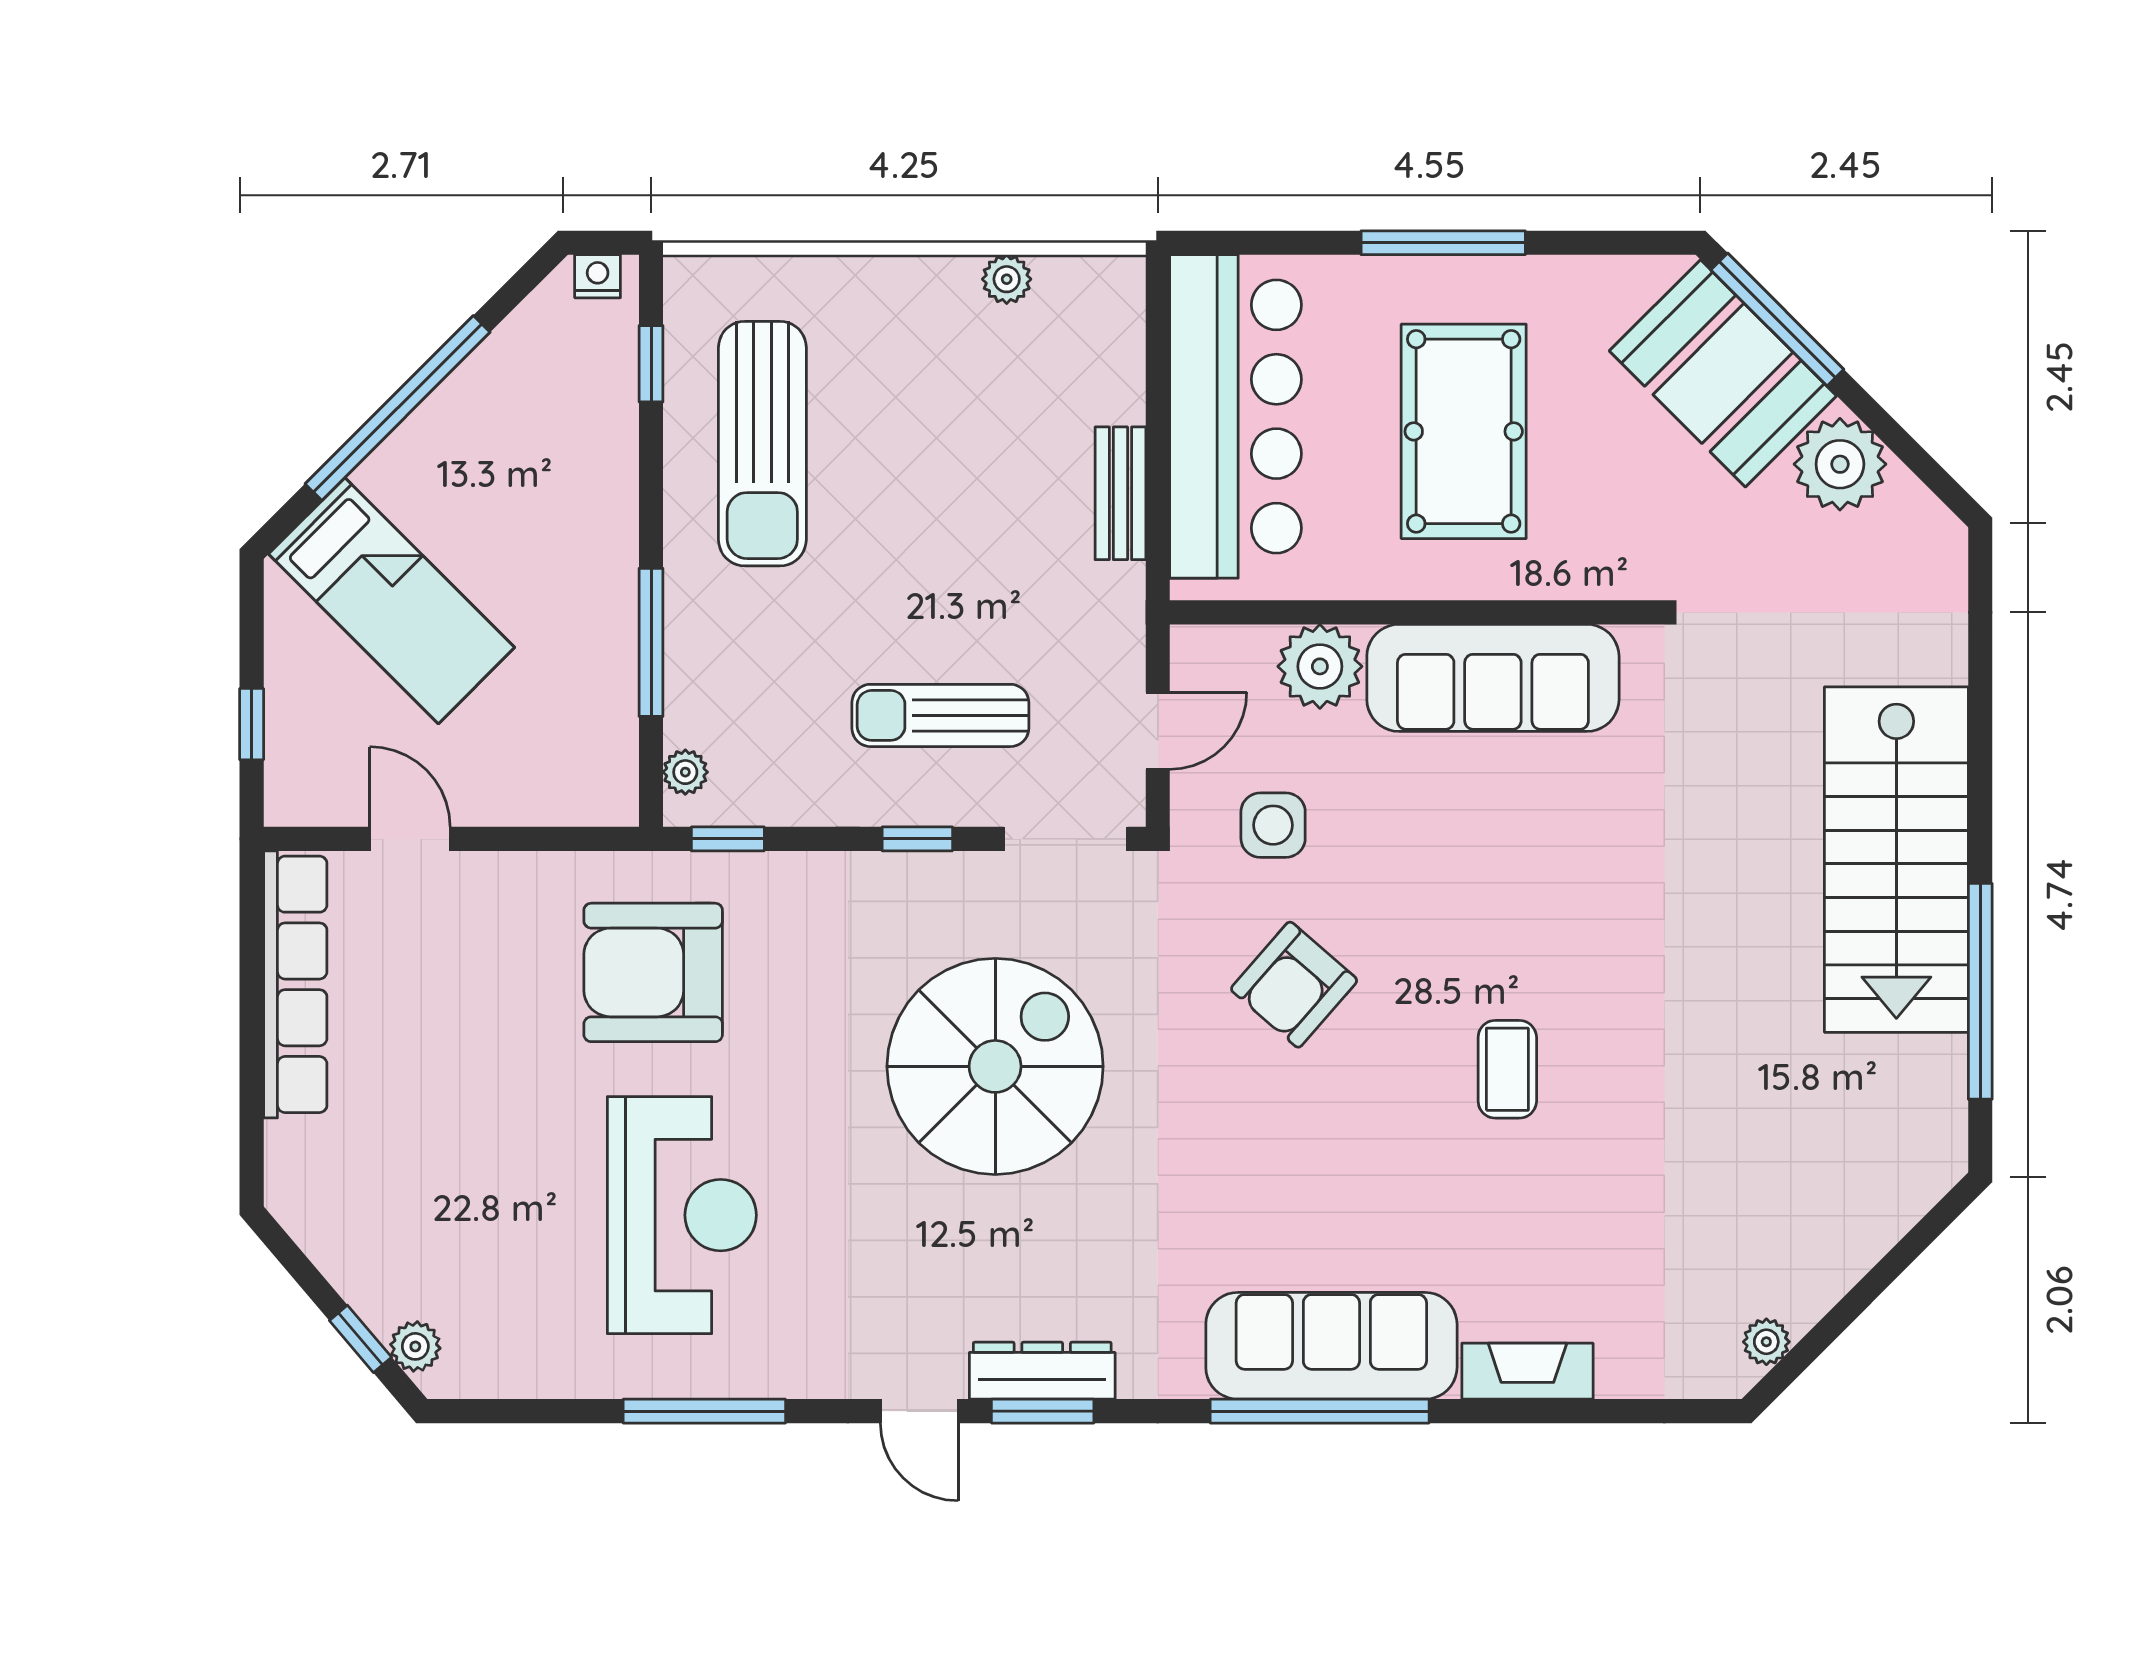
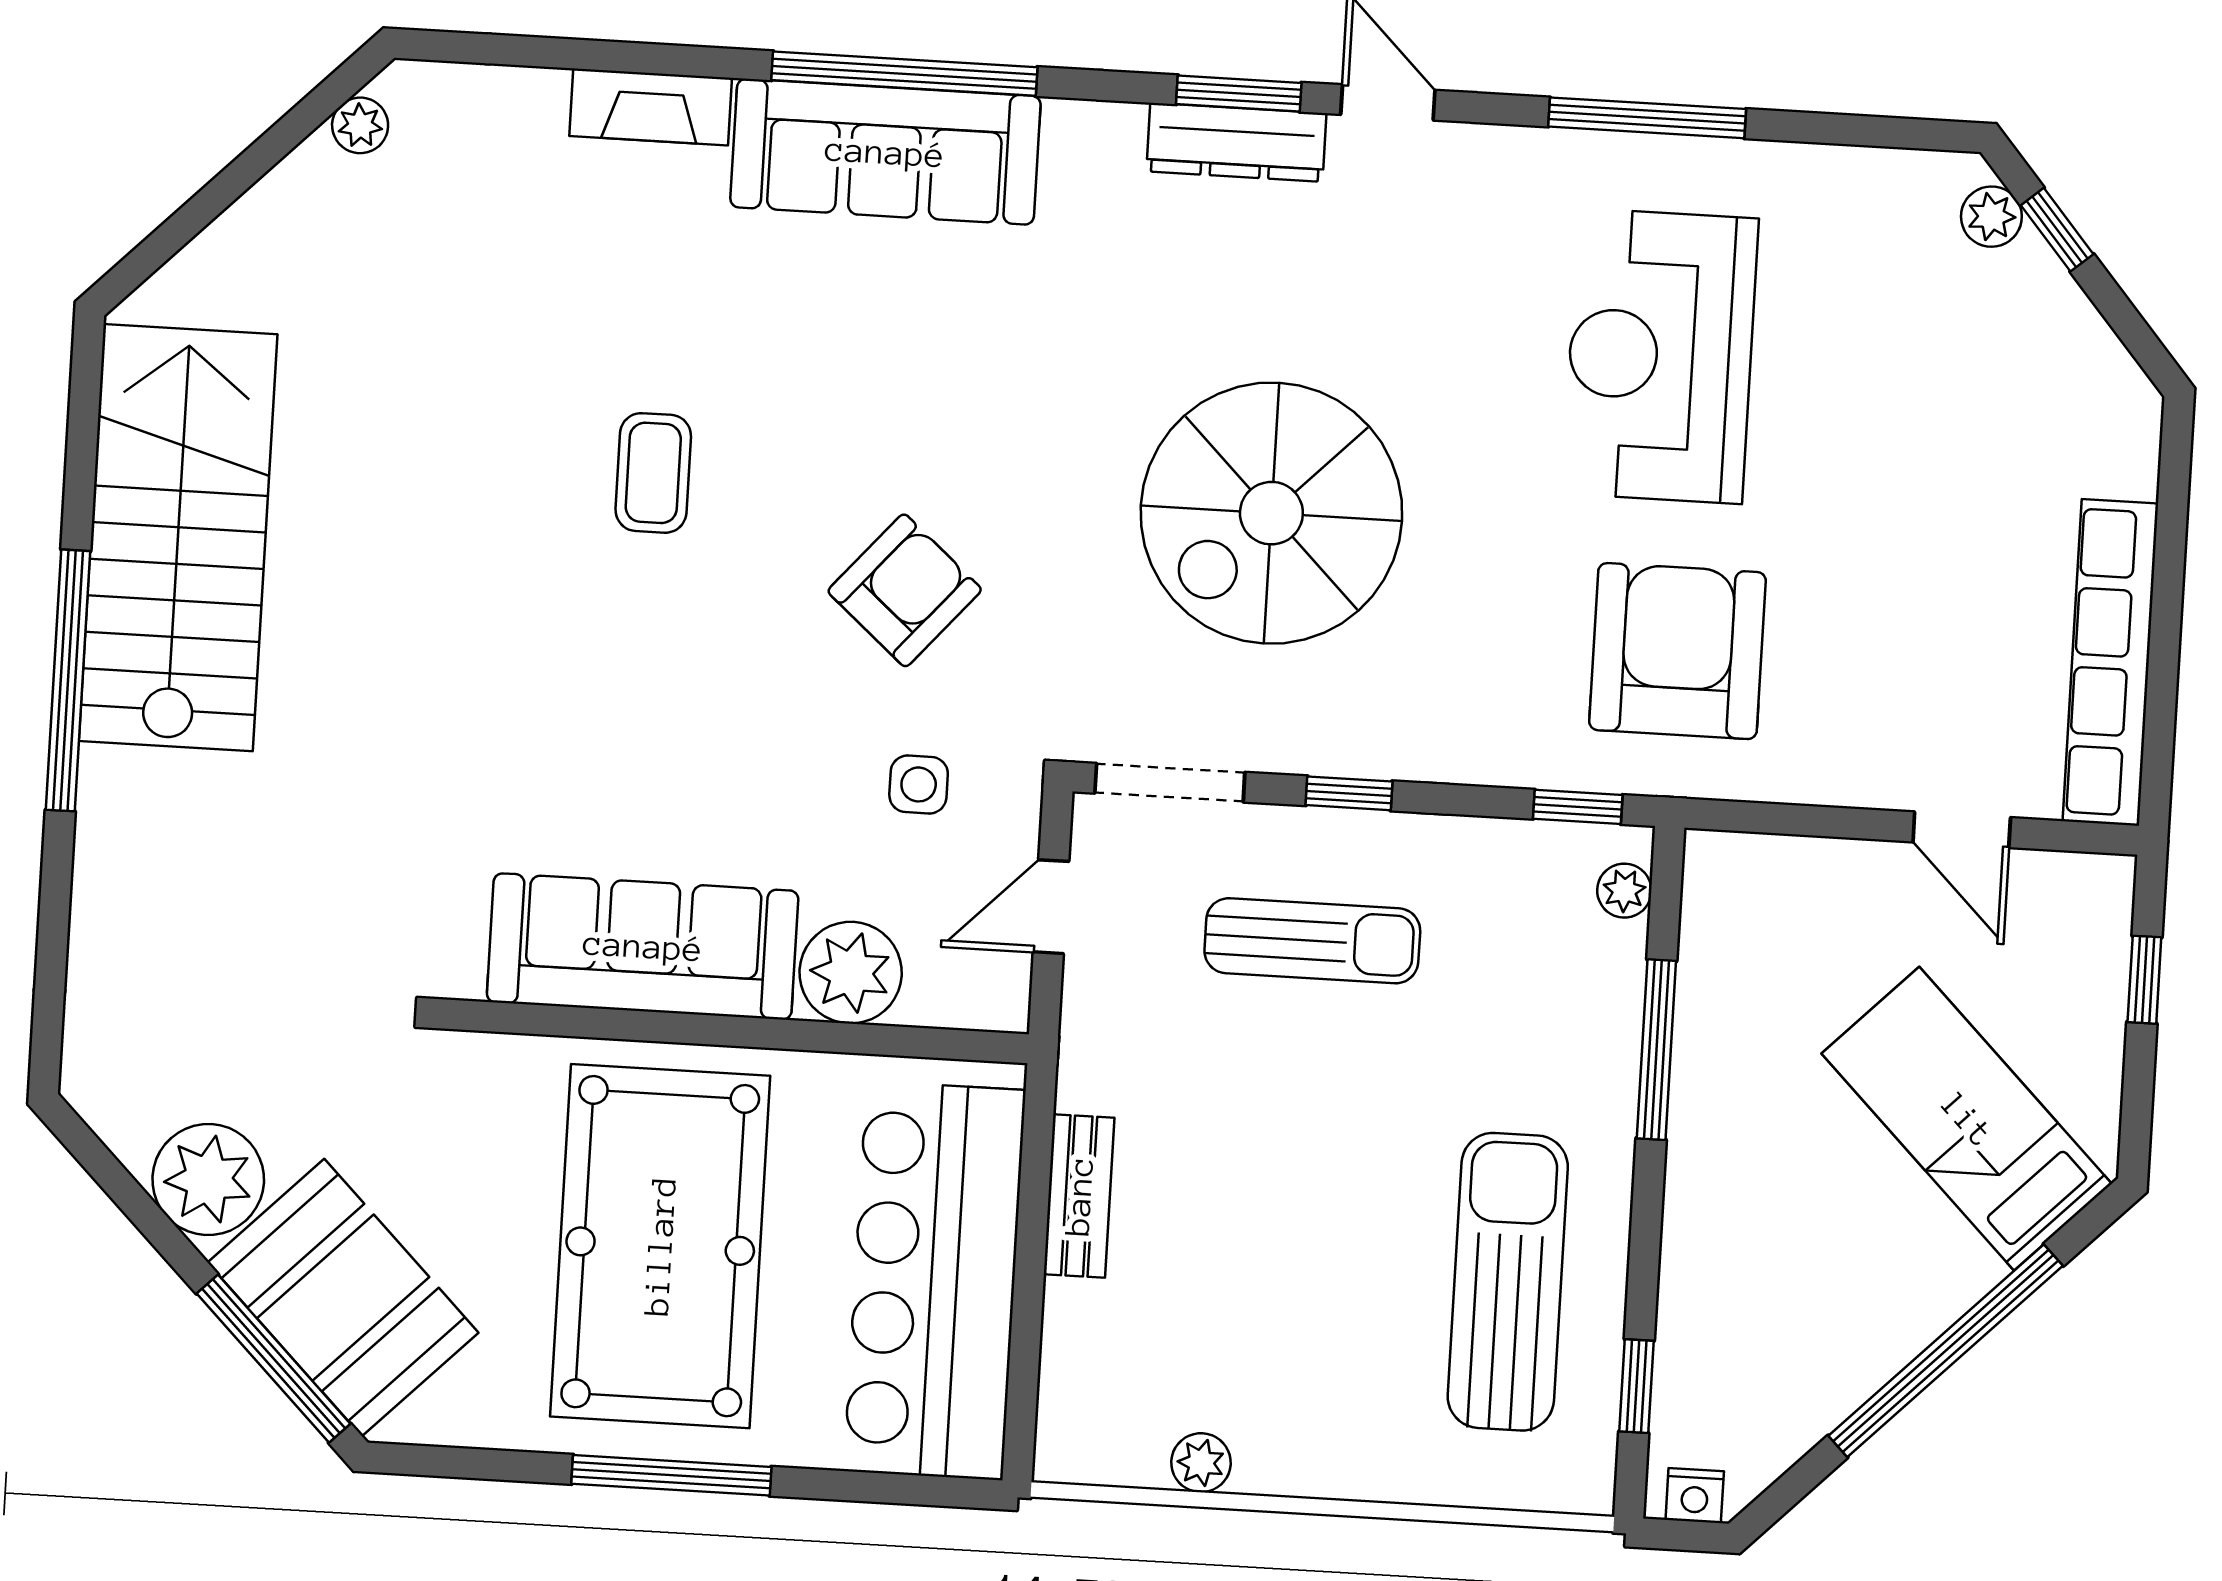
pool table: (1464, 431) -> (660, 1246), width x1.36, depth x1.32
side table: (1273, 825) -> (919, 784), width x0.73, depth x0.73
stairs: (1896, 860) -> (178, 538), moved
armchair: (653, 972) -> (1677, 651), turned -90
window: (1980, 991) -> (68, 680), moved

